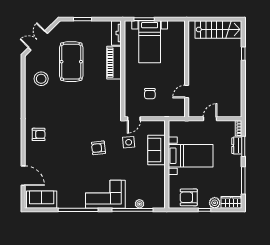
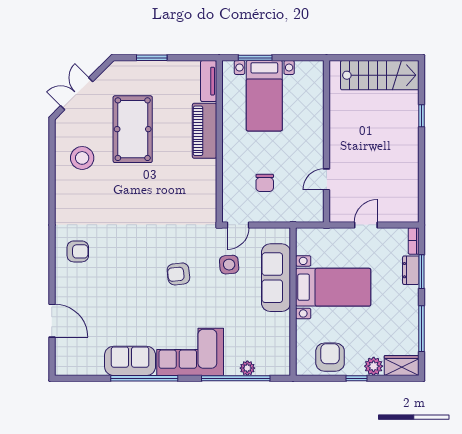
sofa: (157, 150) -> (276, 278), width x1.36
armchair: (189, 197) -> (330, 357), turned 90
sofa: (42, 200) -> (130, 361), moved

